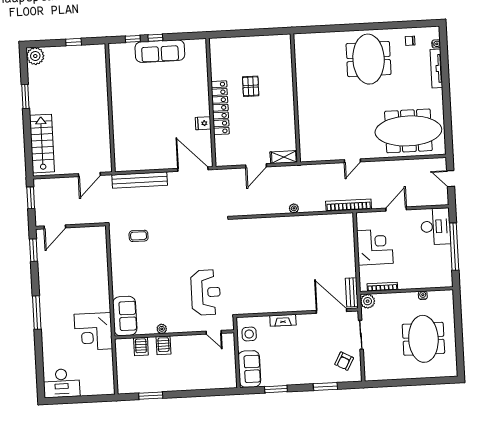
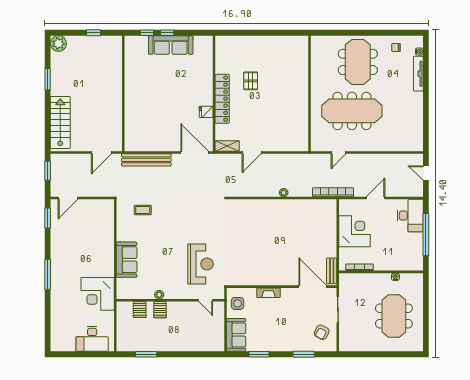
wall: (295, 98) -> (309, 94), moved
meeting table: (408, 131) -> (352, 111), moved
shelving: (284, 157) -> (227, 146), moved
plant: (368, 301) -> (346, 280), removed
sofa: (125, 316) -> (127, 260), moved
desk: (61, 383) -> (92, 339), moved

